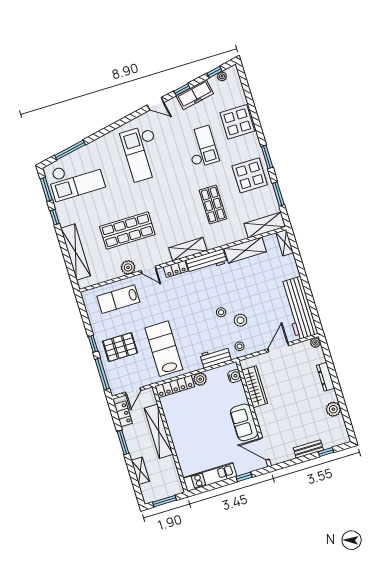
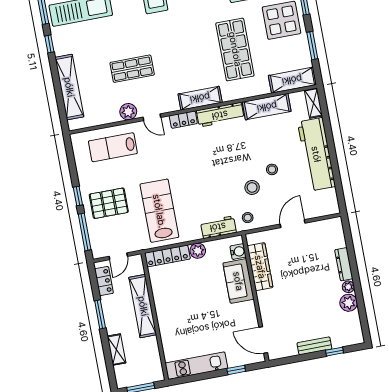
shop shelf: (213, 205) -> (235, 49), width x1.43, depth x1.36
shop shelf: (127, 231) -> (132, 69), width x0.70, depth x0.74
workbench: (299, 308) -> (316, 154), moved
stool: (221, 312) -> (272, 169), moved
plant: (315, 343) -> (348, 287), moved
sofa: (244, 422) -> (238, 281), moved

